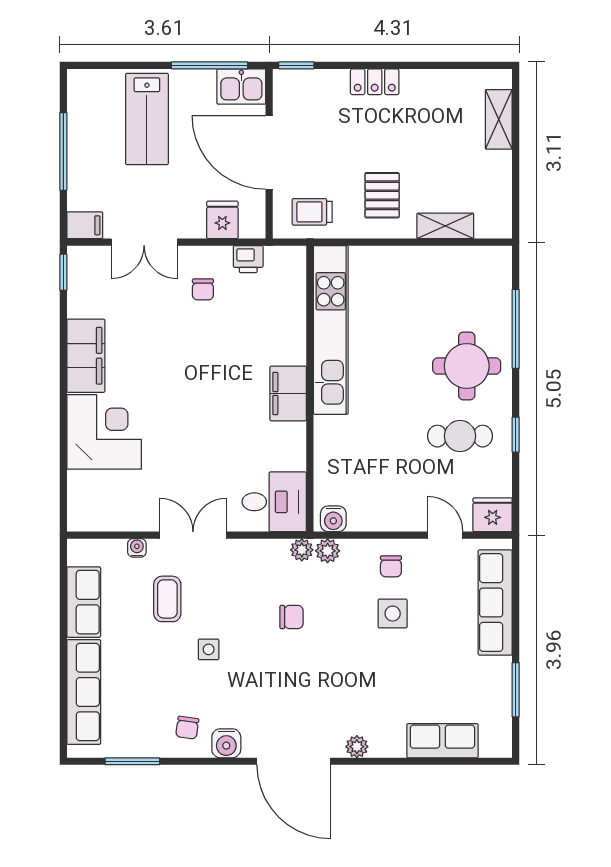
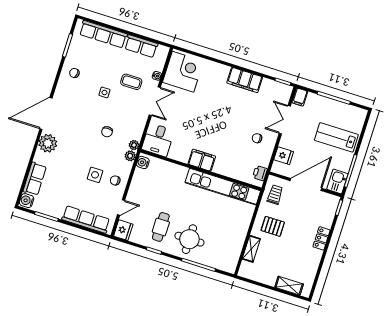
printer: (248, 259) -> (260, 173), moved
corner desk: (104, 432) -> (183, 72), moved, turned -90
water cooler: (226, 743) -> (27, 201), moved
plant: (357, 747) -> (48, 143), width x1.87, depth x1.87

